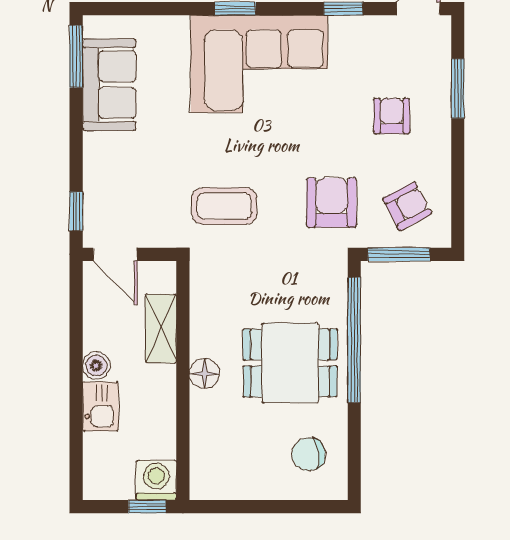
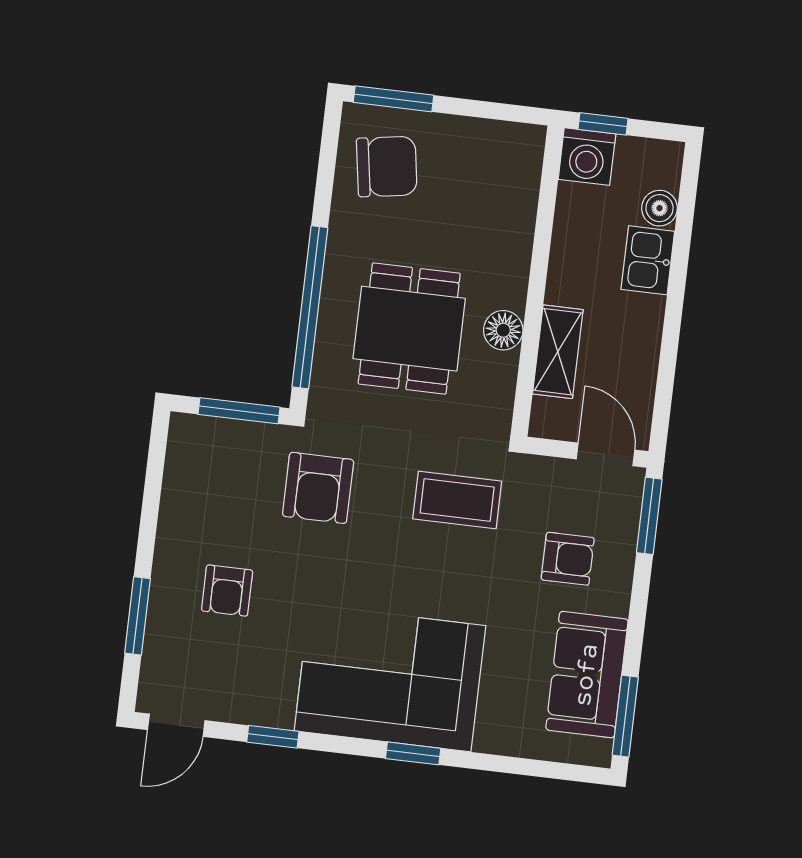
armchair: (407, 206) -> (568, 559), moved, turned -152
window: (76, 211) -> (649, 516), width x1.50
dining table: (290, 363) -> (409, 329), moved, turned 90
boiler: (96, 366) -> (659, 208), moved
floor lamp: (204, 374) -> (503, 330), moved
chair: (308, 454) -> (387, 166), width x1.37, depth x1.37
window: (309, 507) -> (393, 99), added

